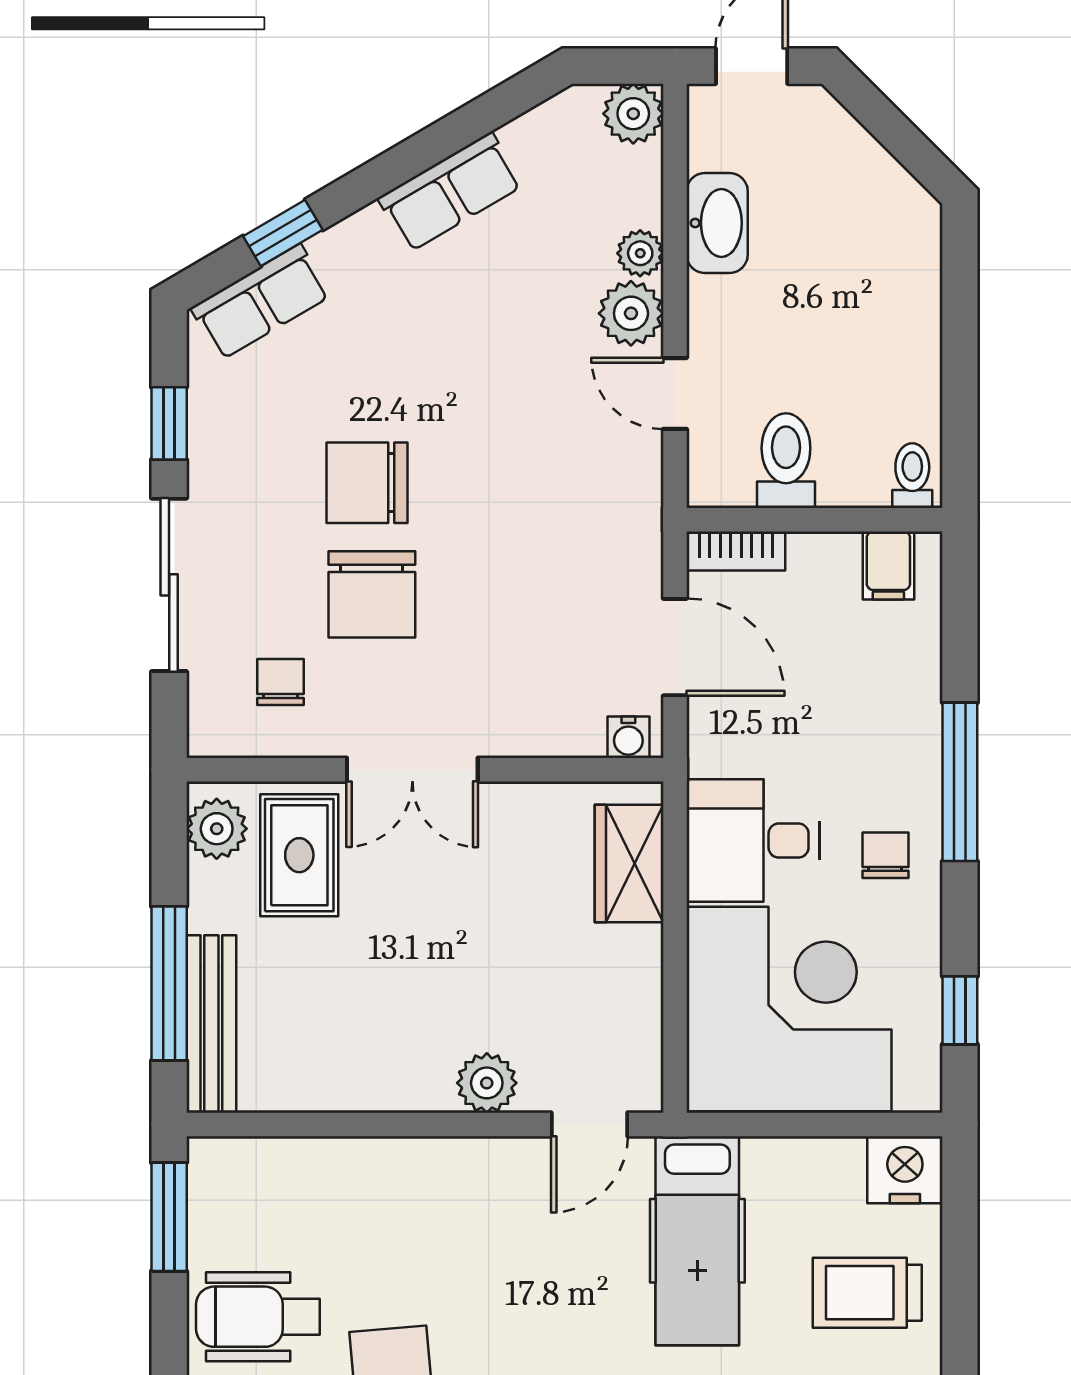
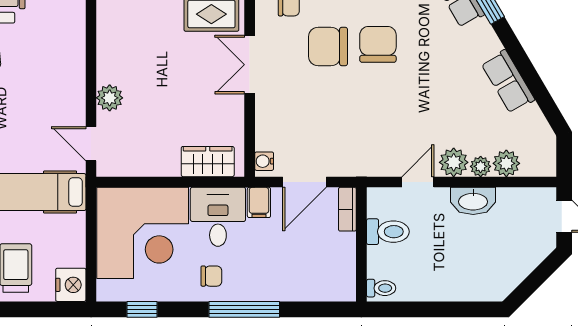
plant: (633, 114) -> (506, 163), moved
washbasin: (717, 223) -> (473, 201), moved
filing cabinet: (888, 565) -> (259, 202), moved, turned -90

